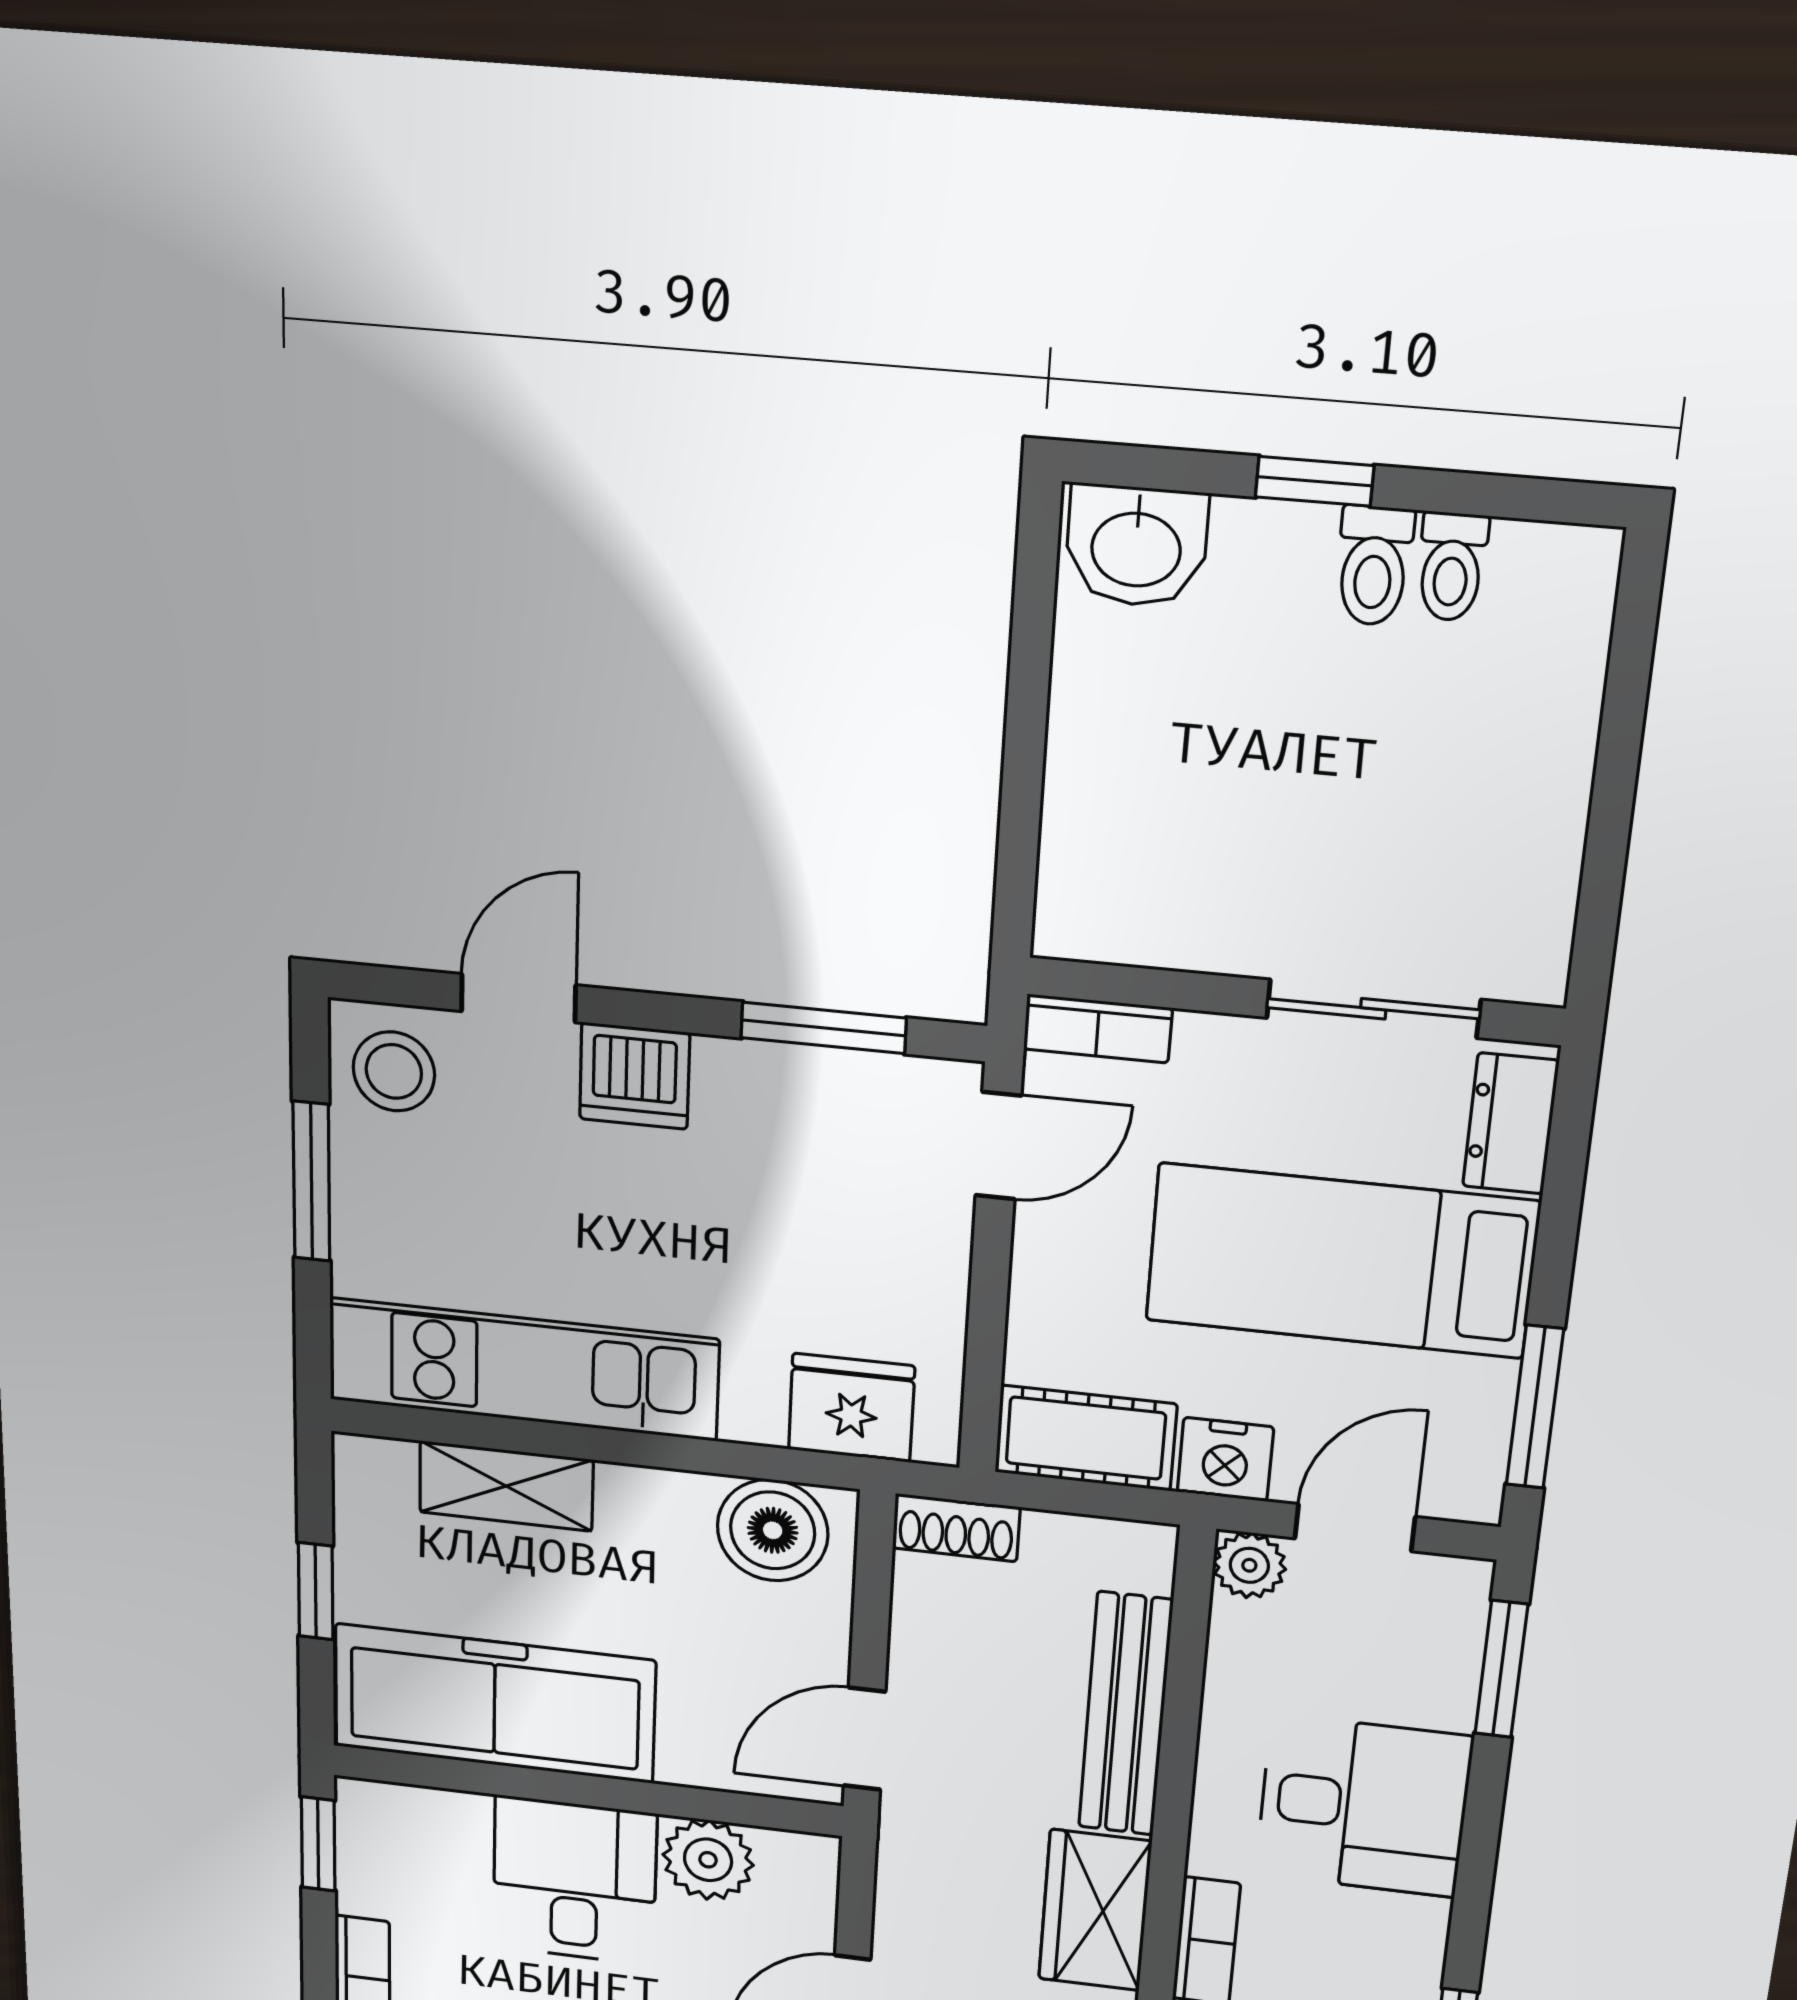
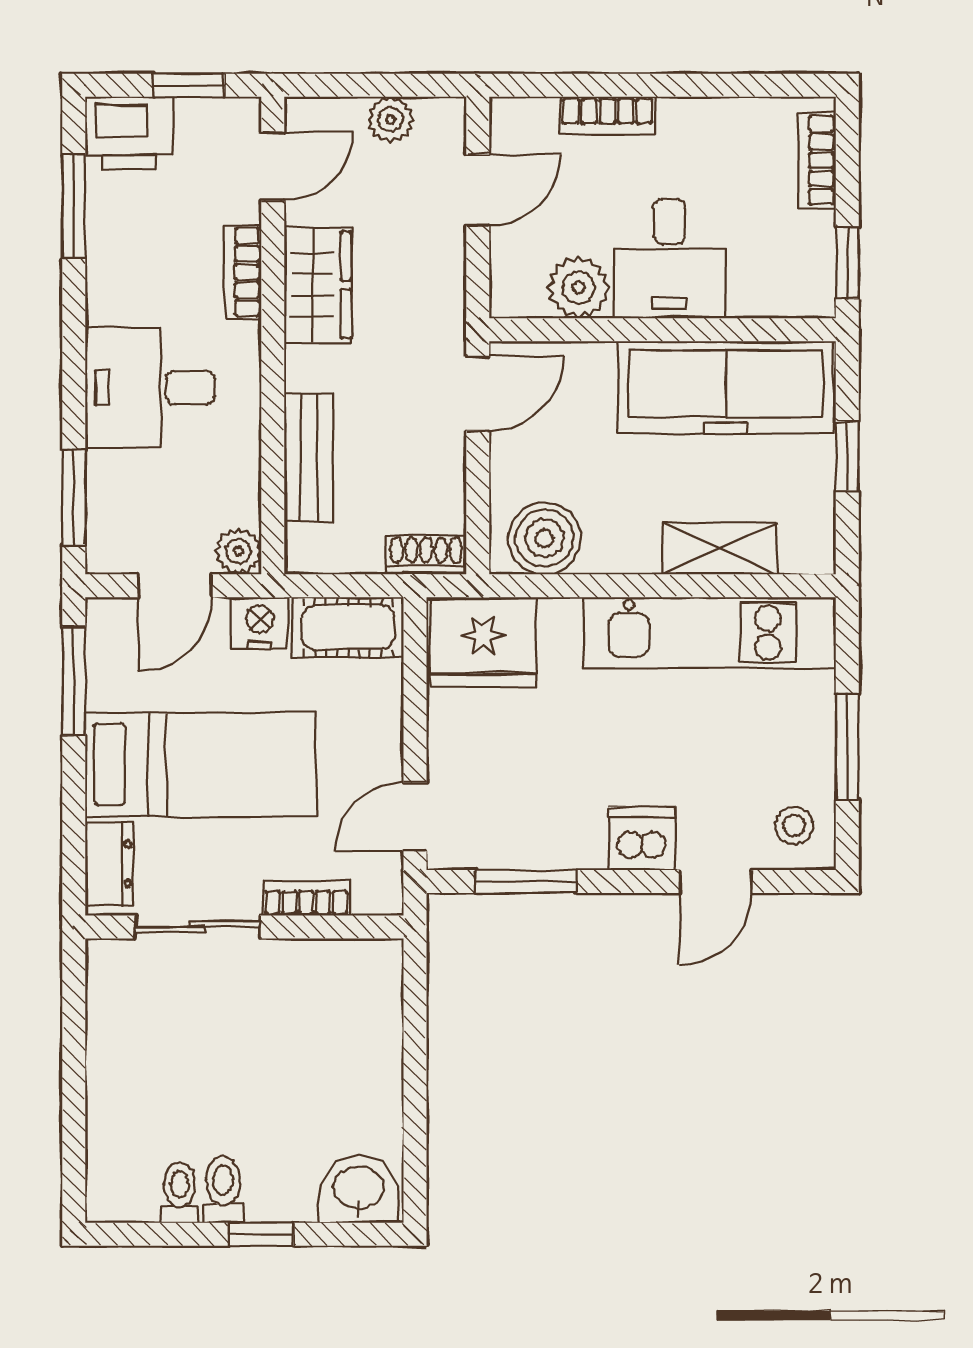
bookcase: (1098, 1028) -> (306, 898), moved
stool: (394, 1071) -> (794, 826), width x0.73, depth x0.73
fridge: (851, 1408) -> (483, 642), width x1.36, depth x1.34
bench: (1125, 1714) -> (309, 457), width x0.73

